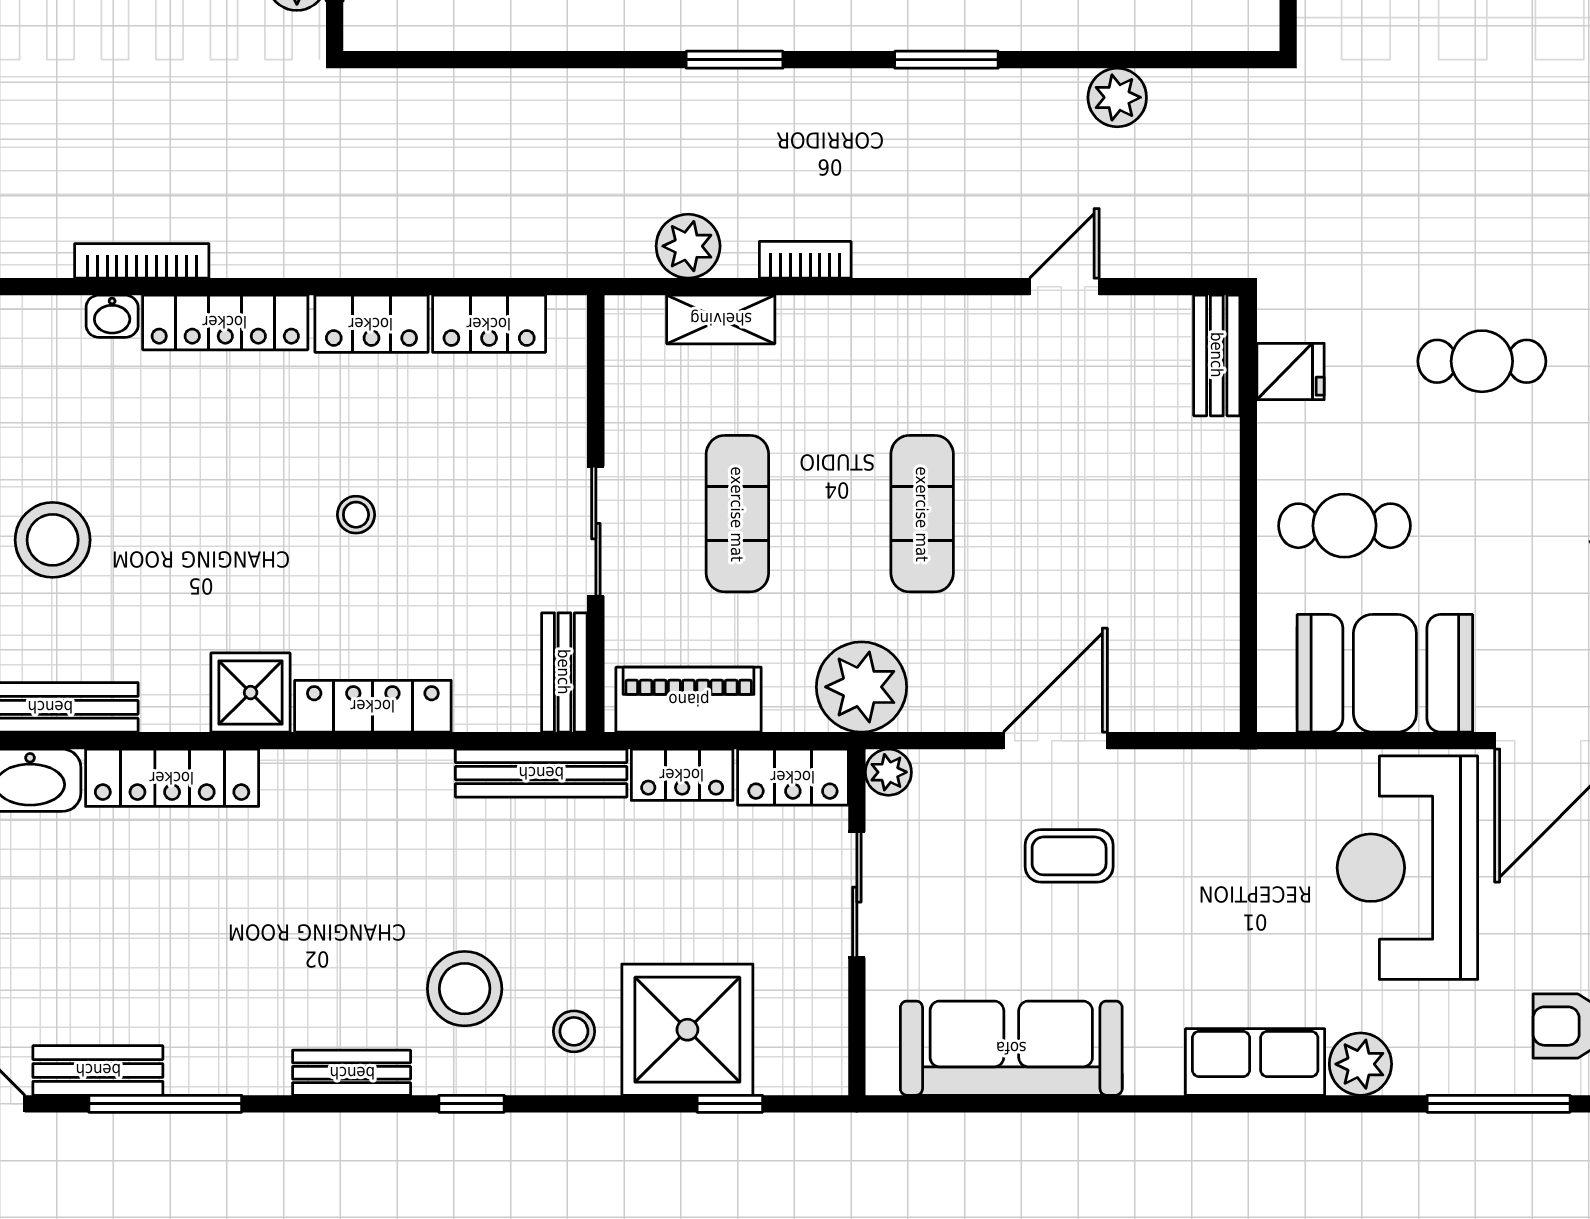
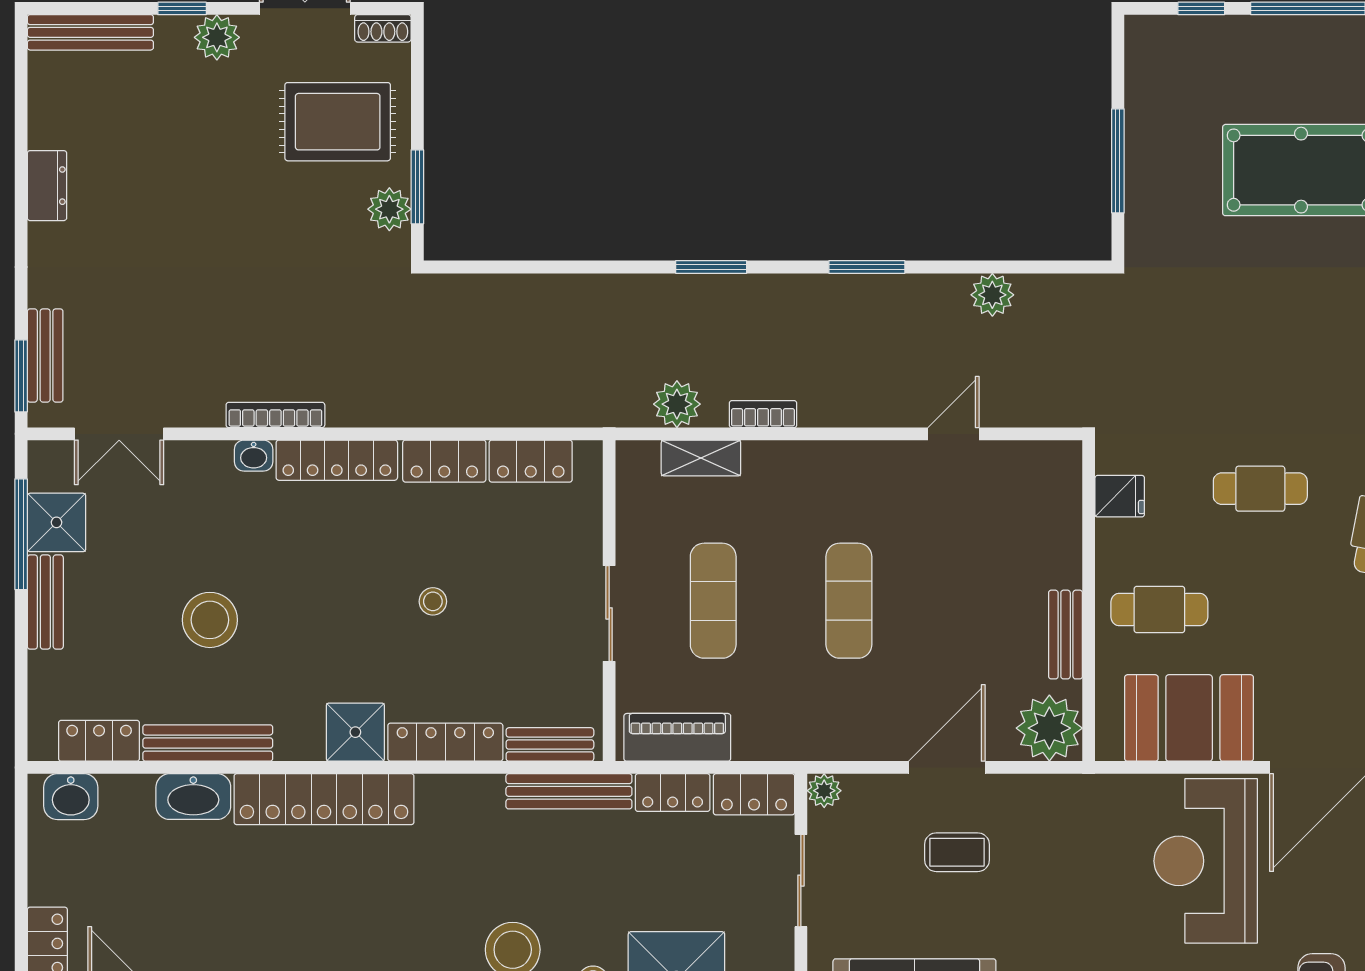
bench: (1217, 355) -> (1066, 635), moved
bench: (564, 672) -> (550, 744), moved, turned 90
plant: (861, 687) -> (1049, 728), moved
locker: (172, 778) -> (324, 799), width x1.41, depth x1.21

